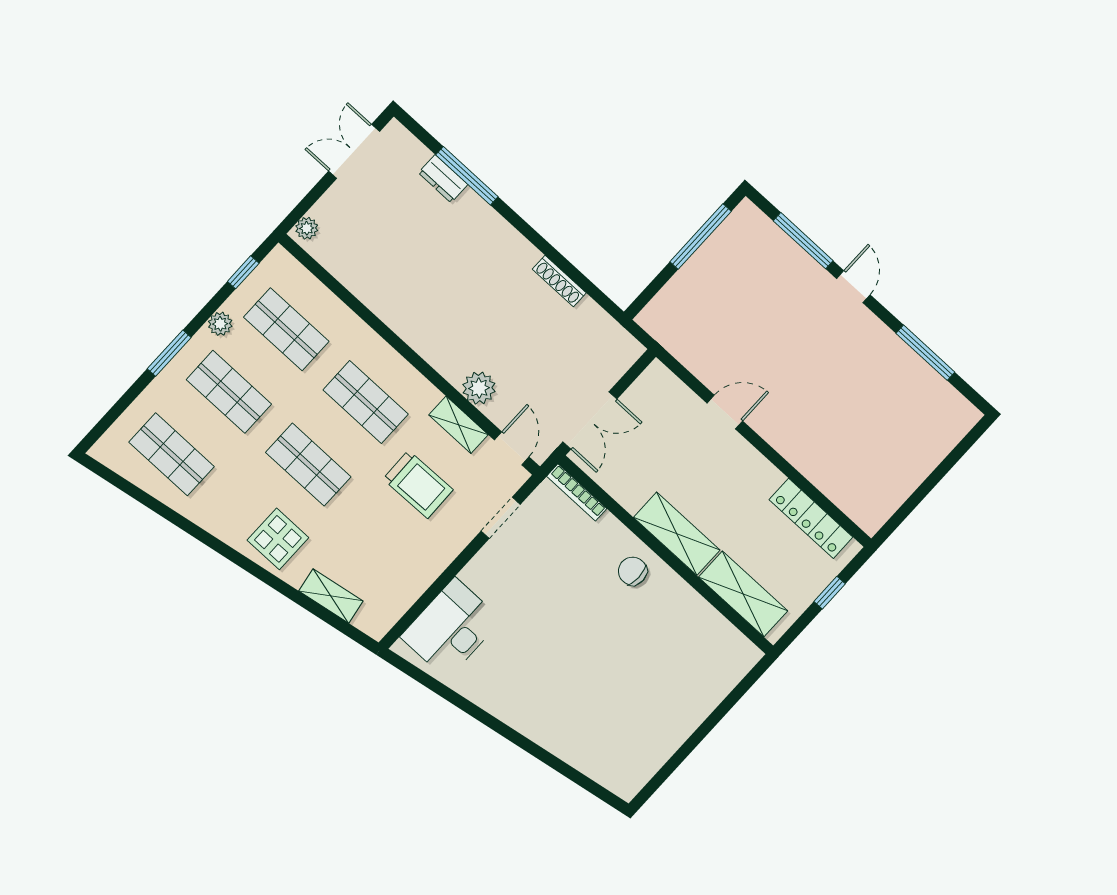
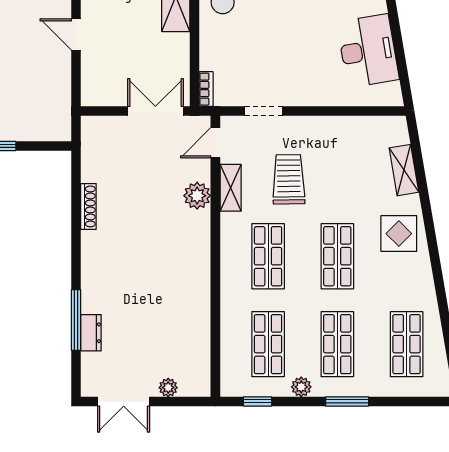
plant: (307, 228) -> (168, 388), moved
bookcase: (577, 492) -> (206, 89), width x0.64
desk: (451, 628) -> (368, 51), moved, turned -100

